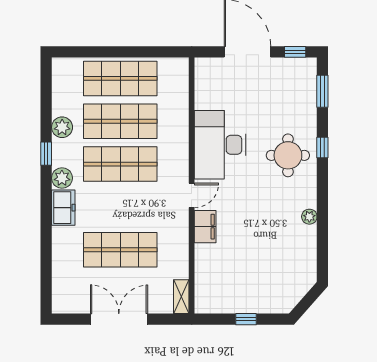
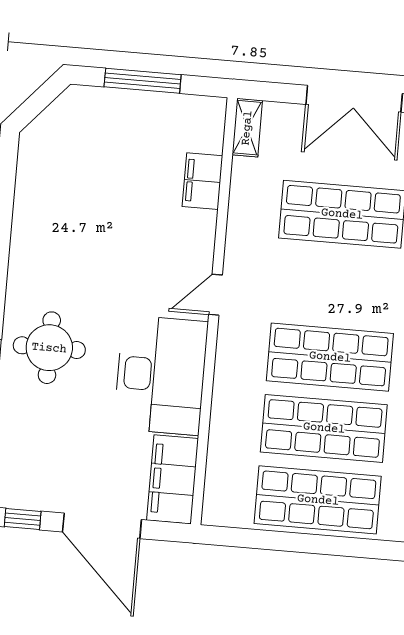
filing cabinet: (208, 83) -> (173, 479), added
plant: (309, 217) -> (22, 243), removed
filing cabinet: (205, 227) -> (202, 181), moved
window: (246, 319) -> (143, 81), width x2.17

